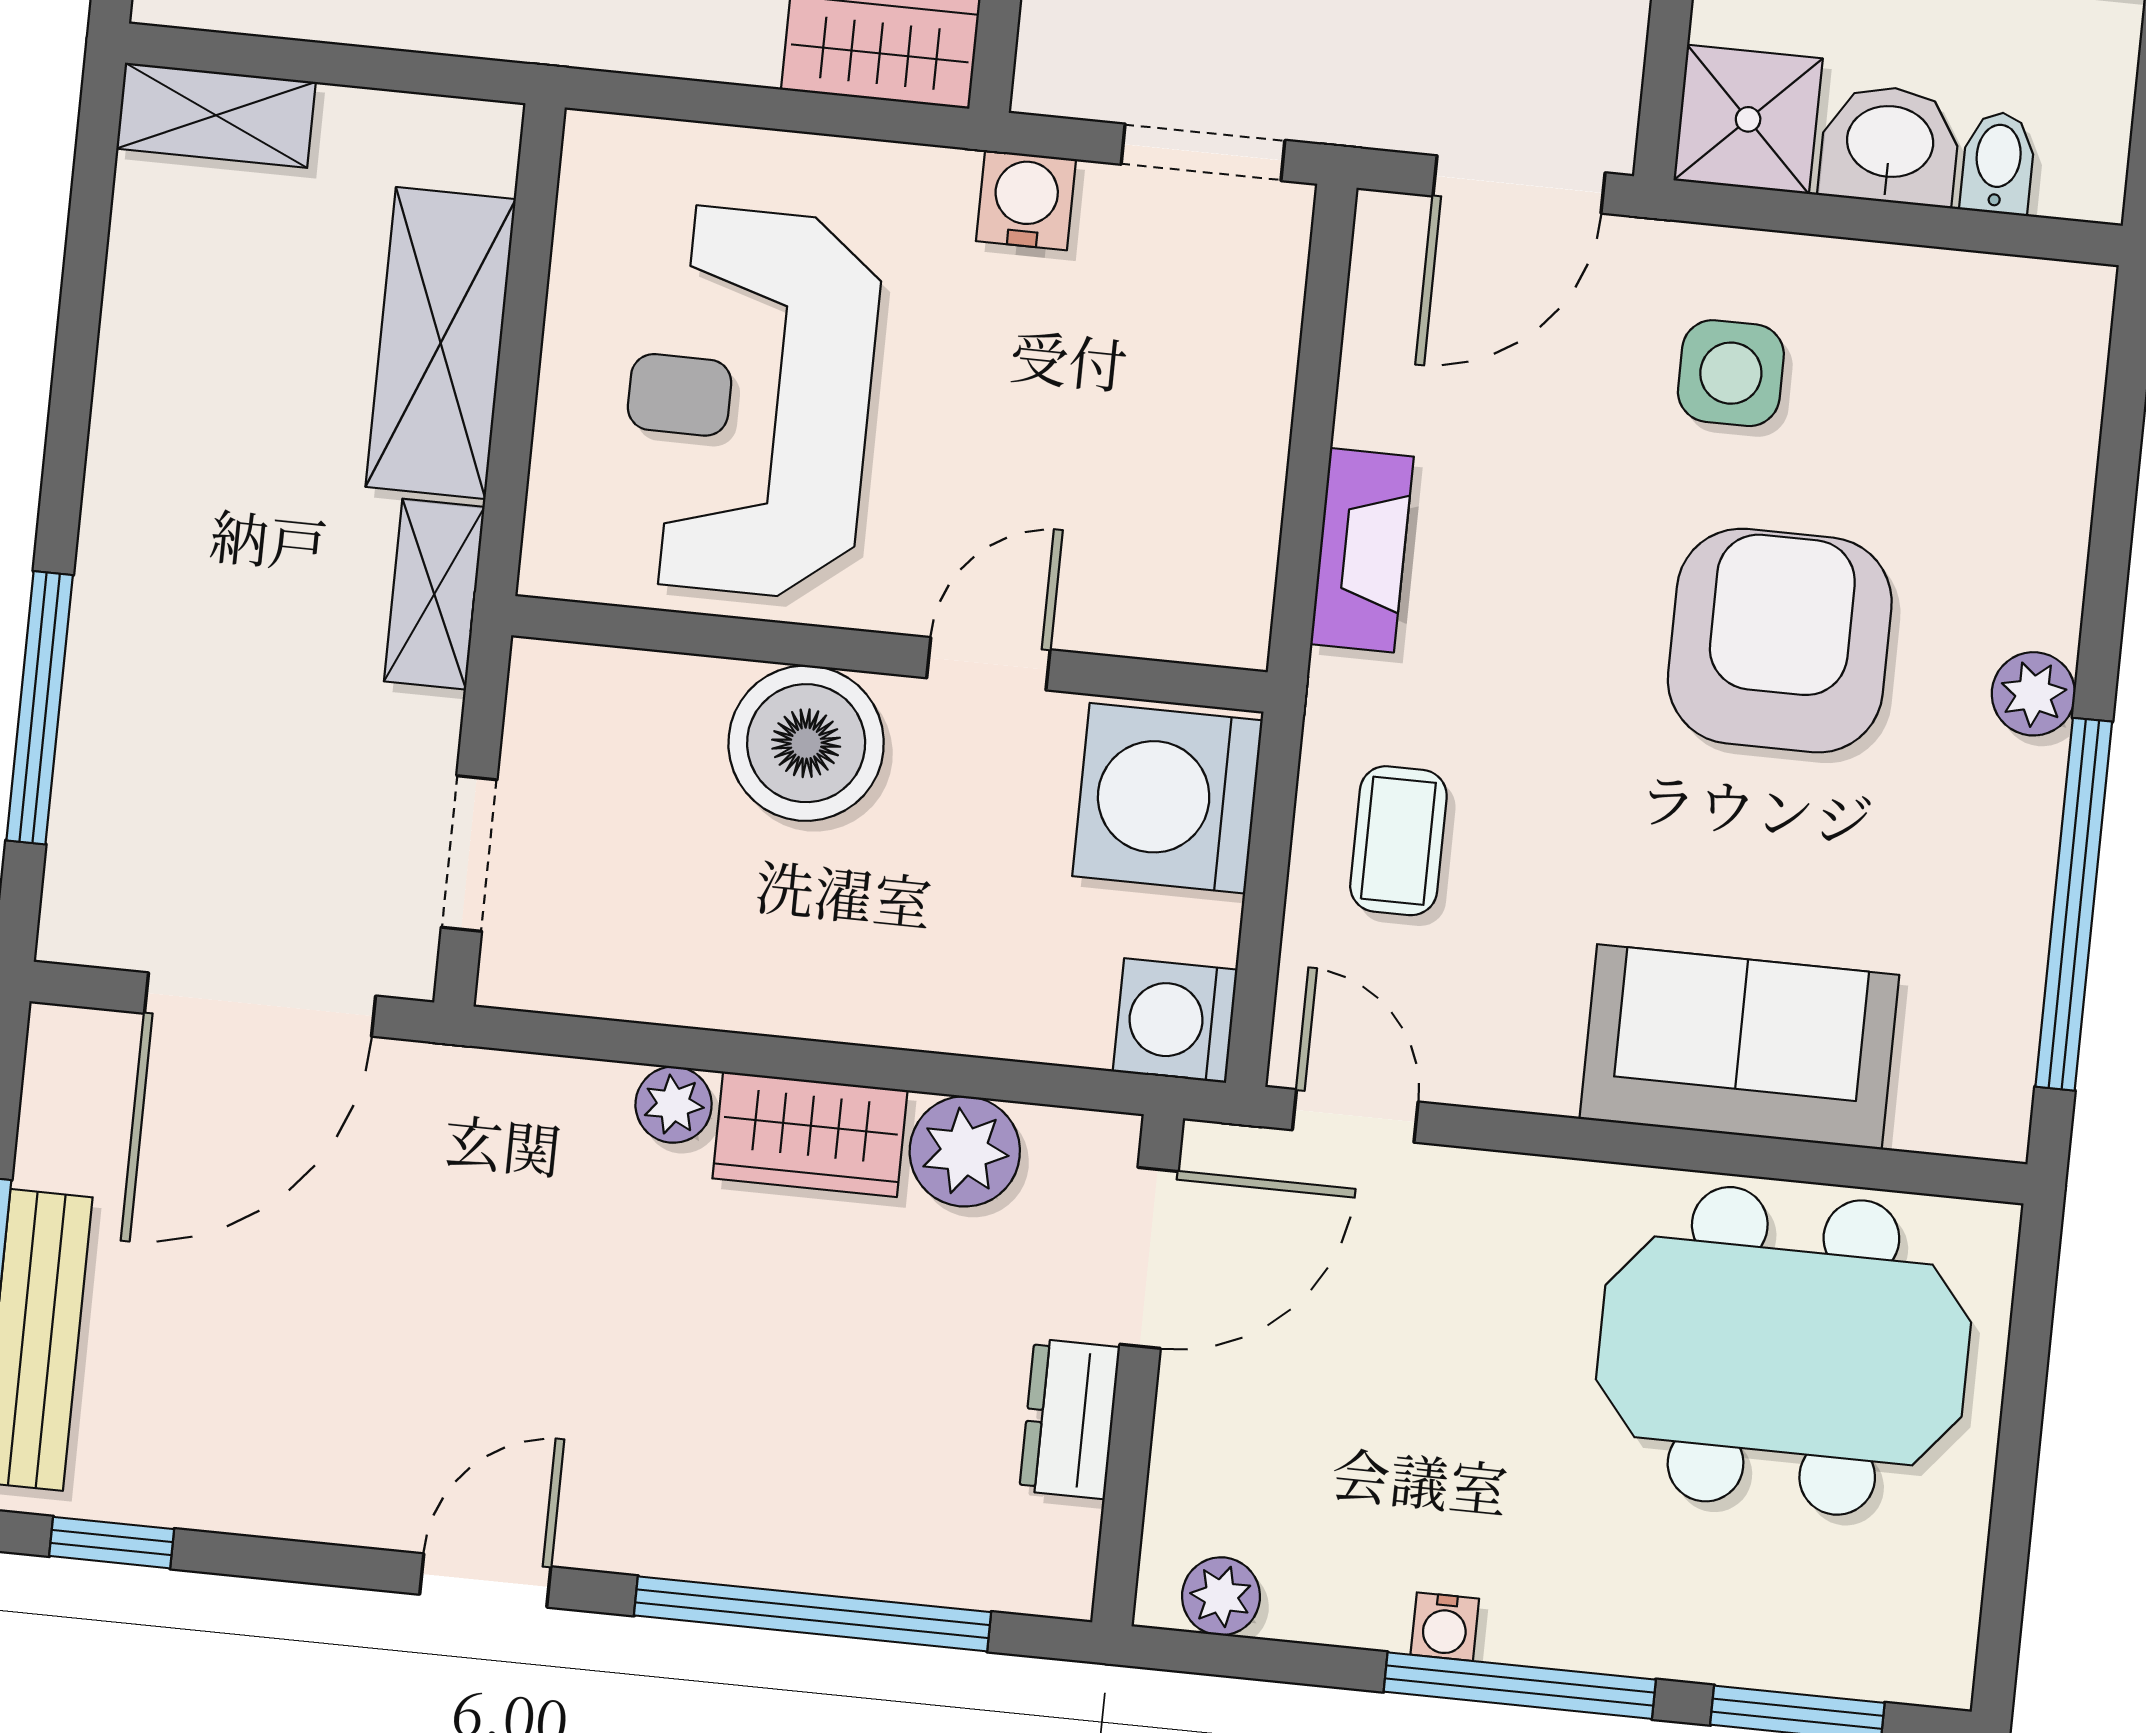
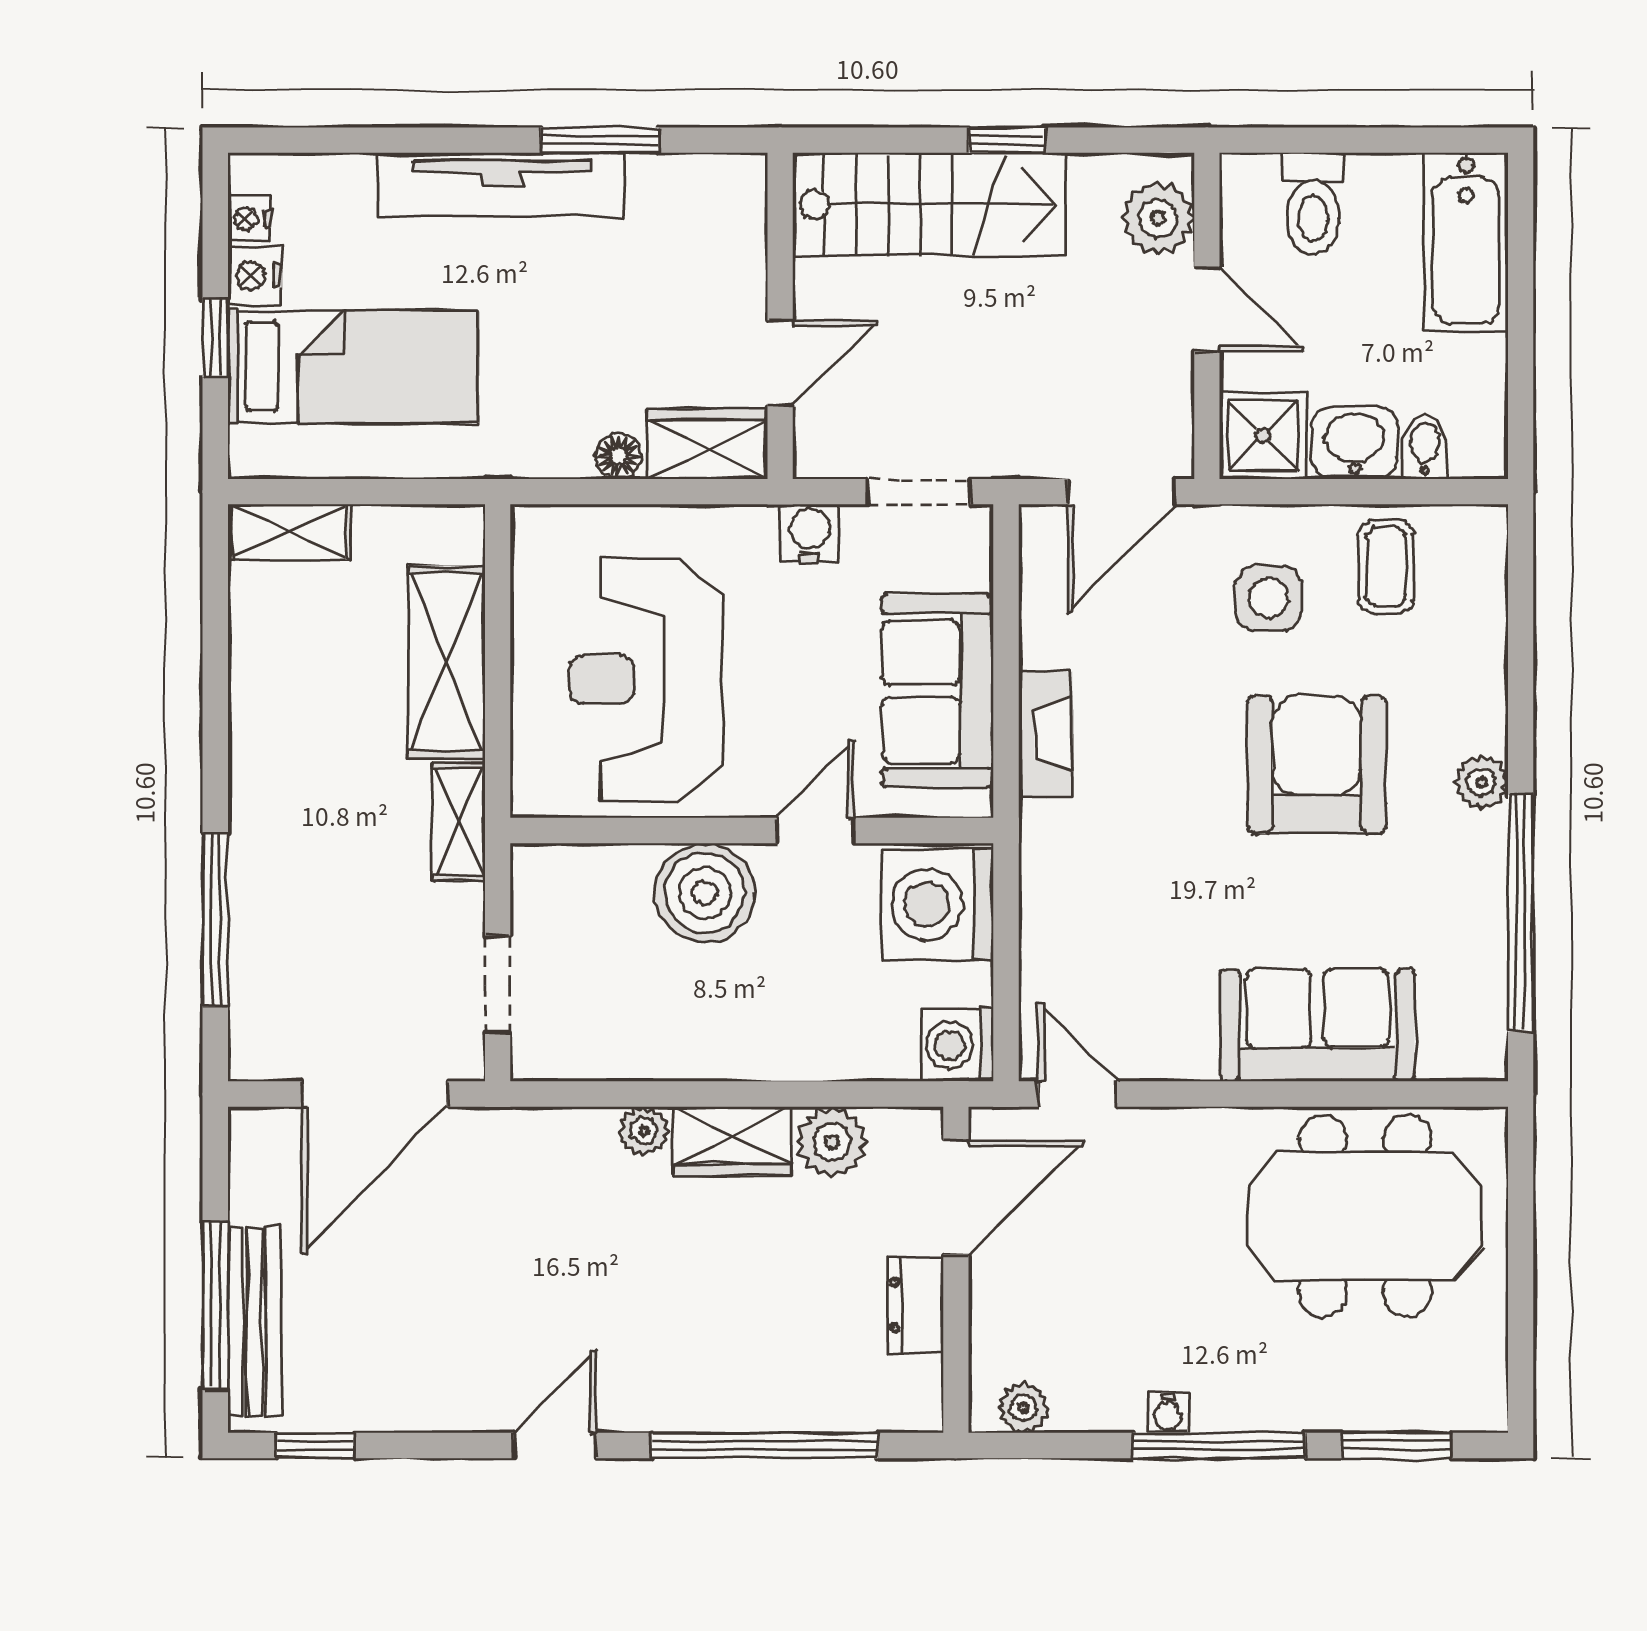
floor lamp: (741, 49) -> (618, 456), added
sofa: (1201, 466) -> (938, 691), added
coffee table: (1398, 841) -> (1386, 567), moved

